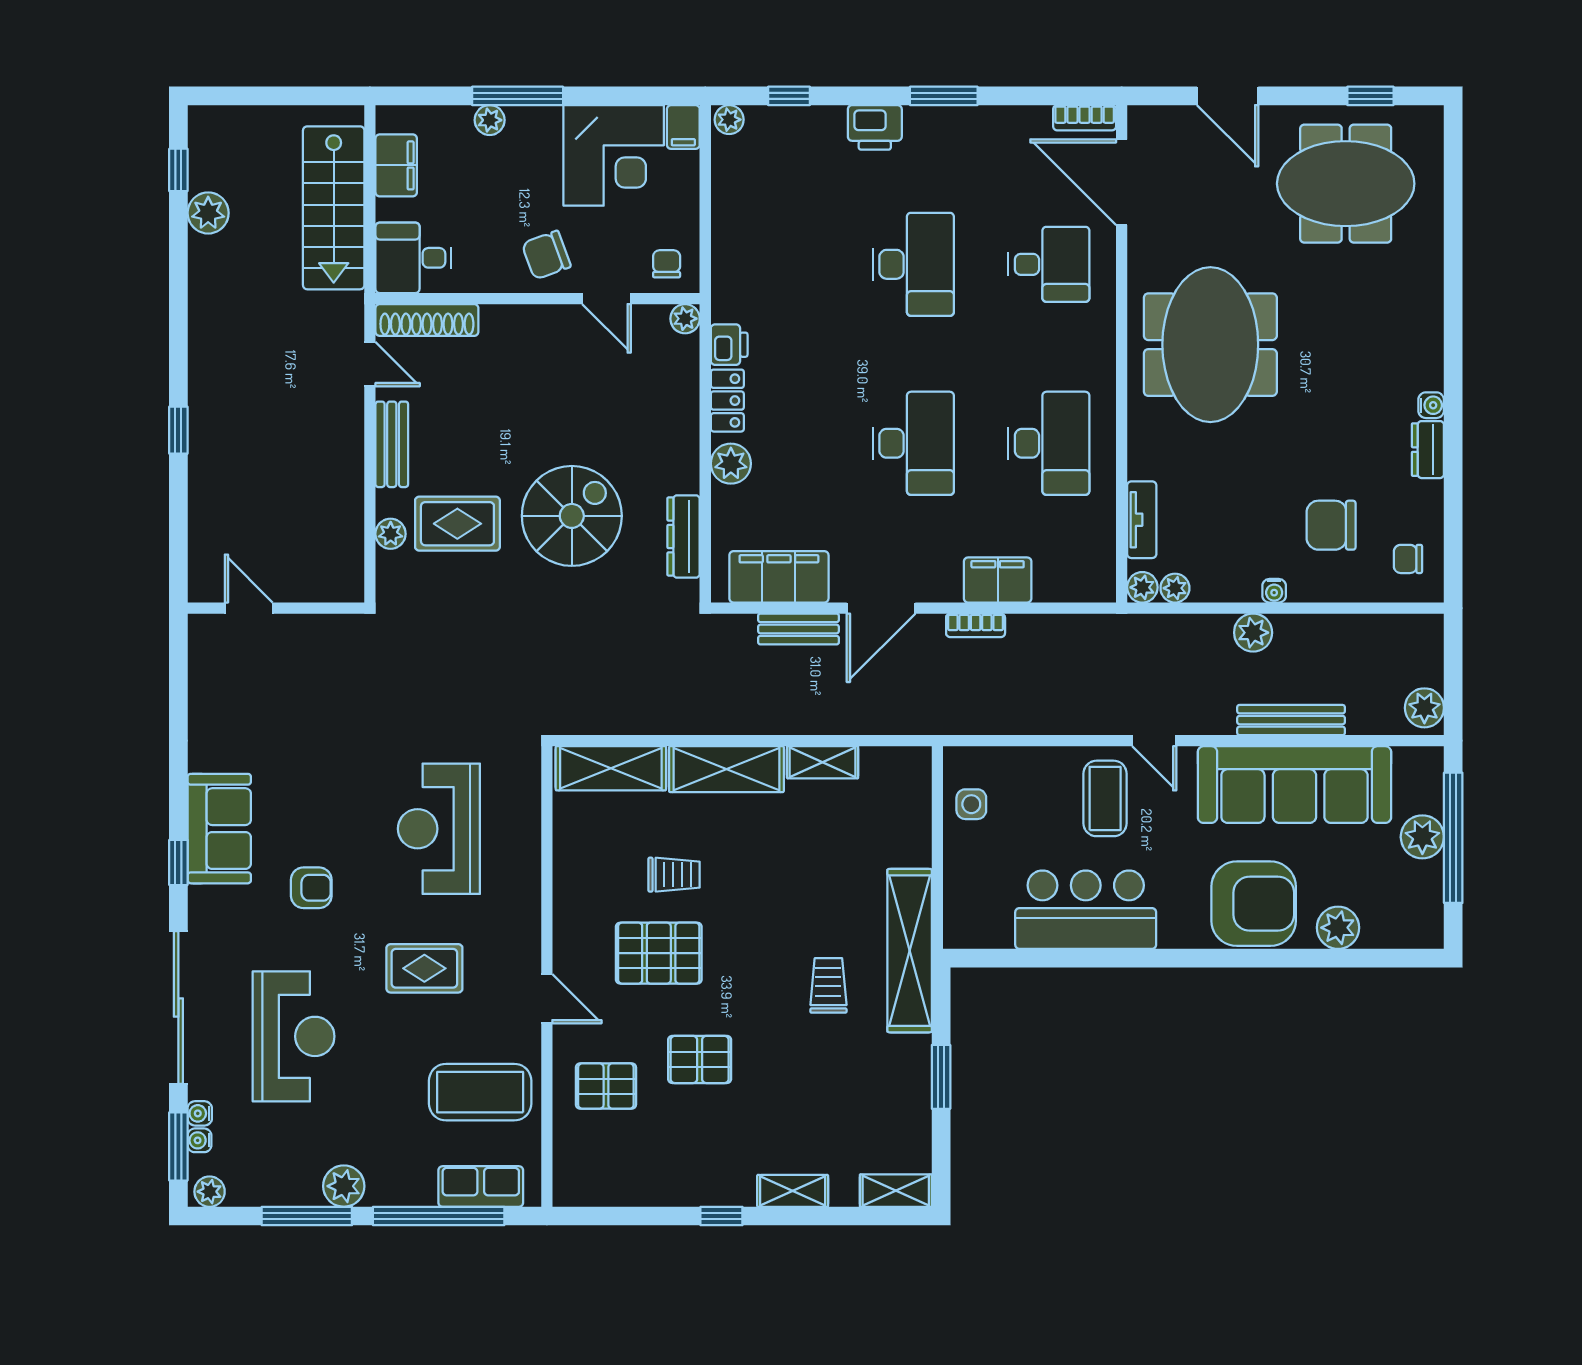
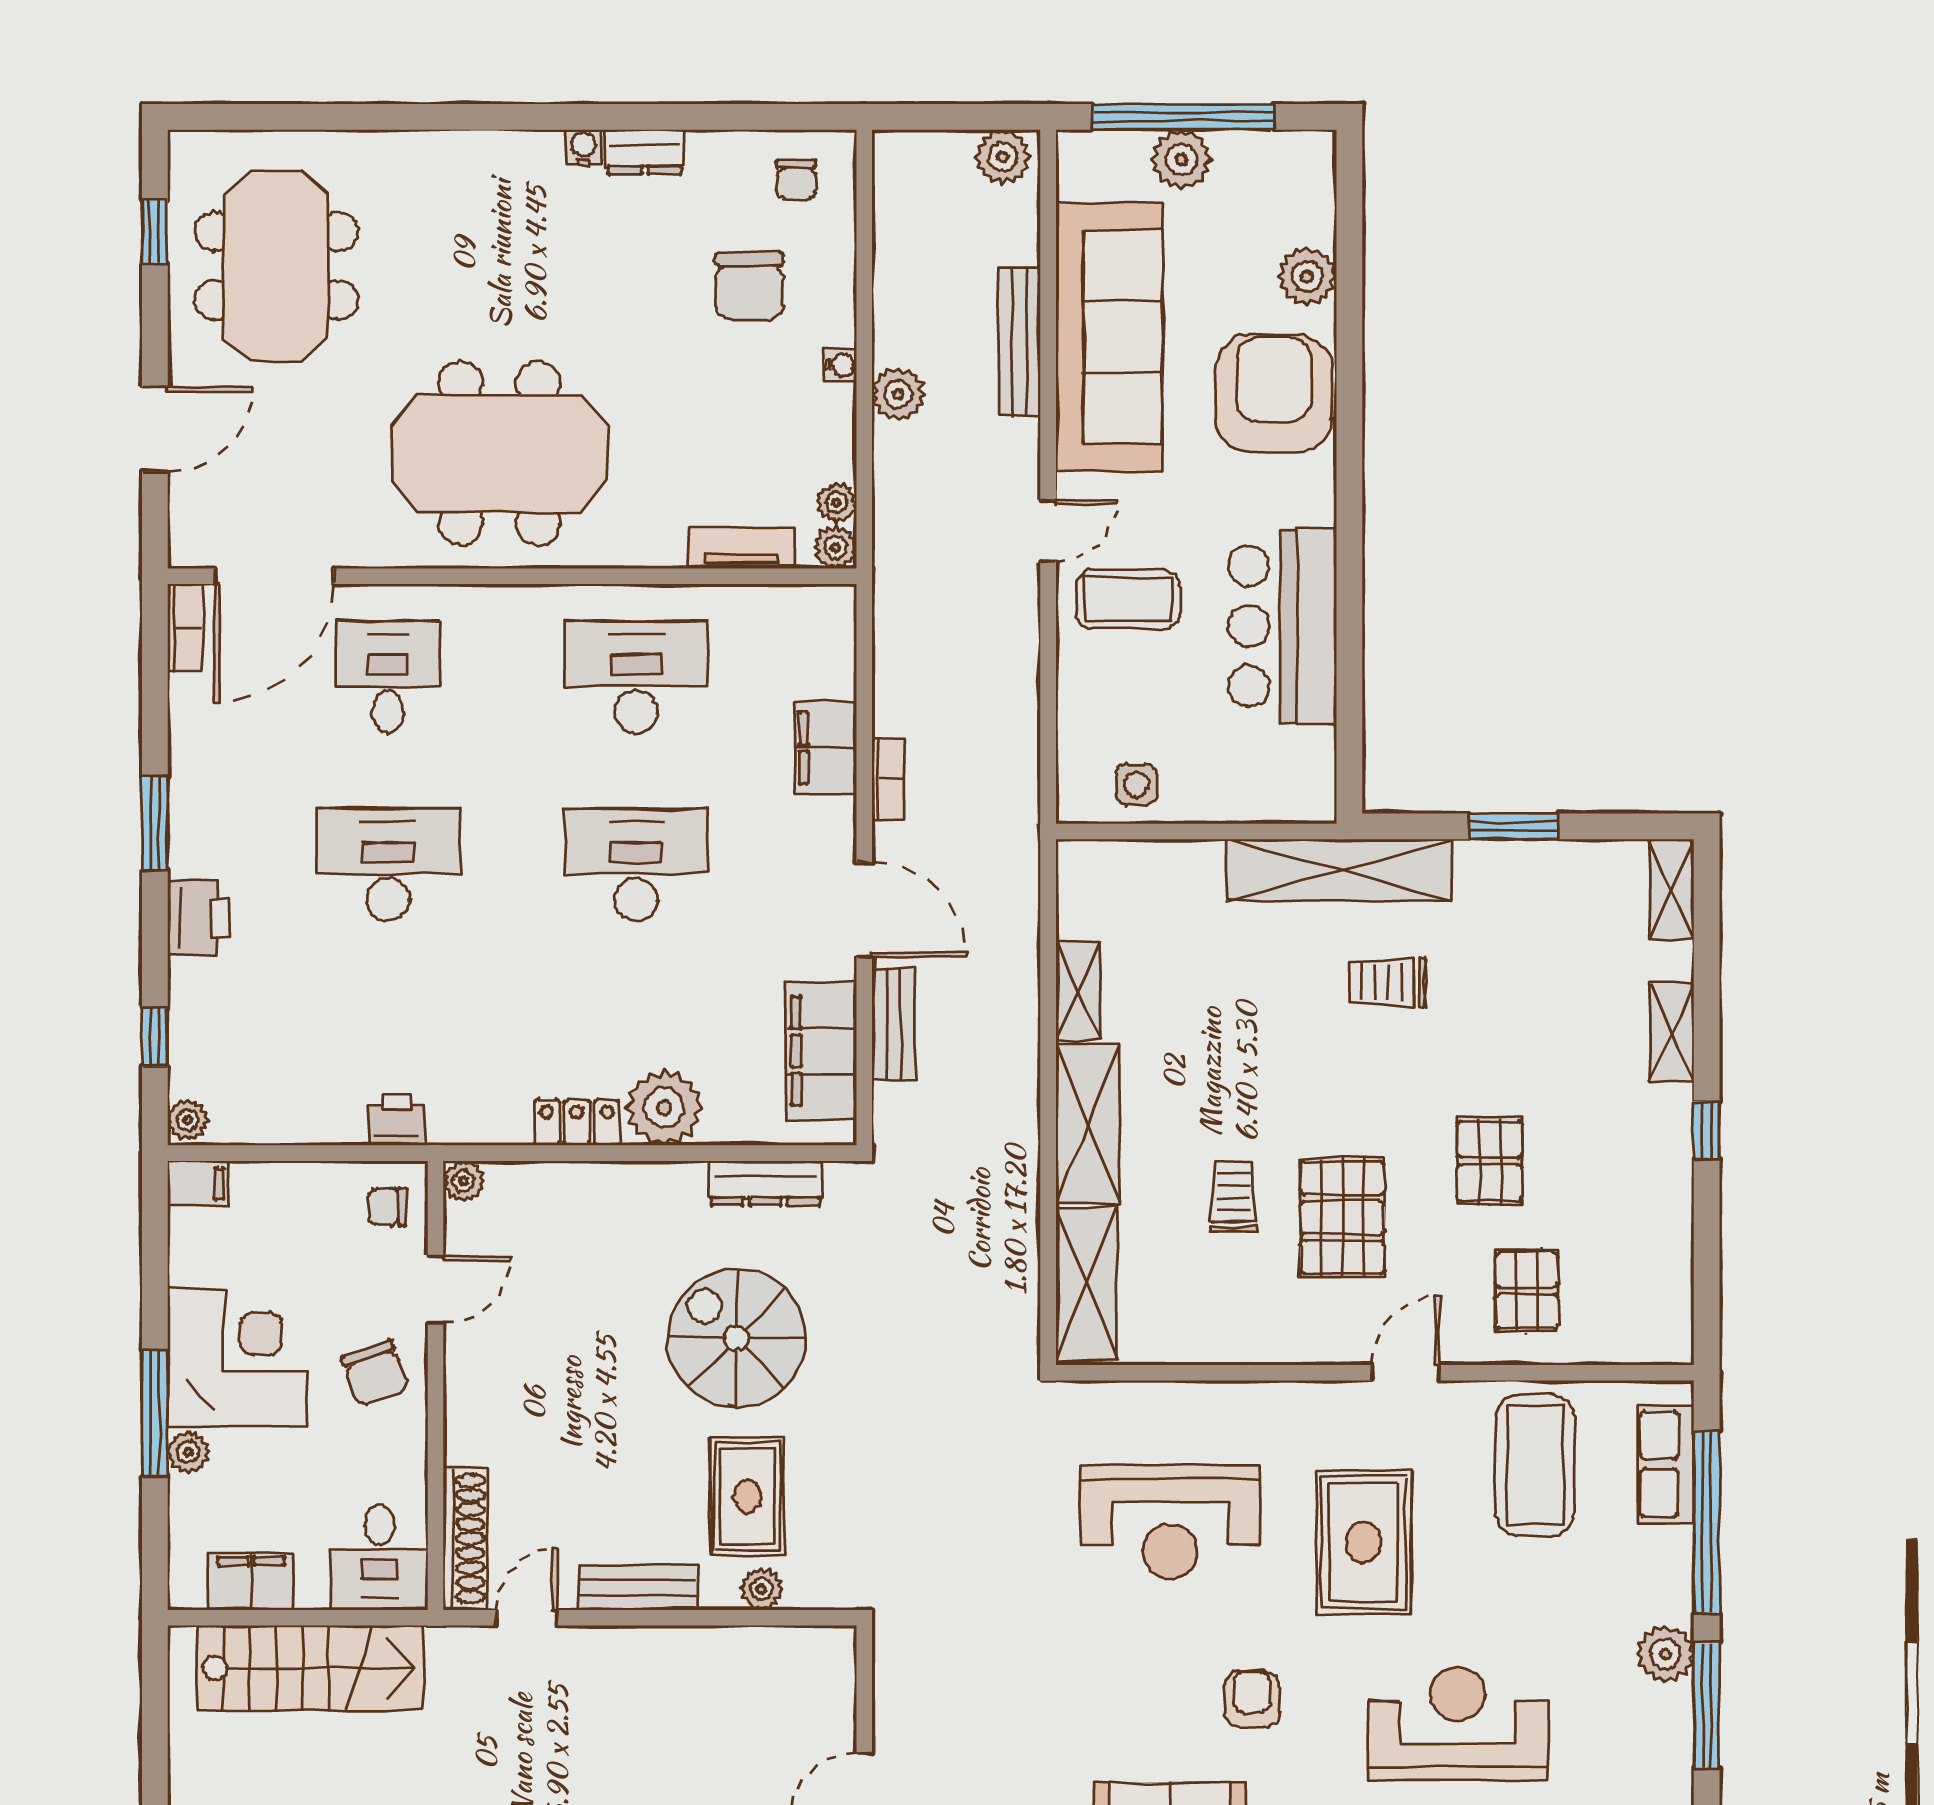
corner desk: (614, 155) -> (237, 1357), moved
printer: (729, 345) -> (396, 1120), moved
plant: (731, 464) -> (664, 1108), width x1.36, depth x1.36
rug: (424, 968) -> (1364, 1542), width x1.36, depth x1.43

